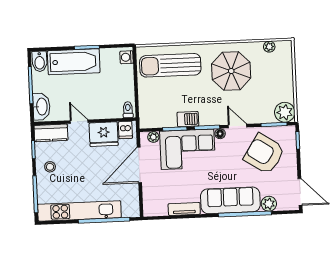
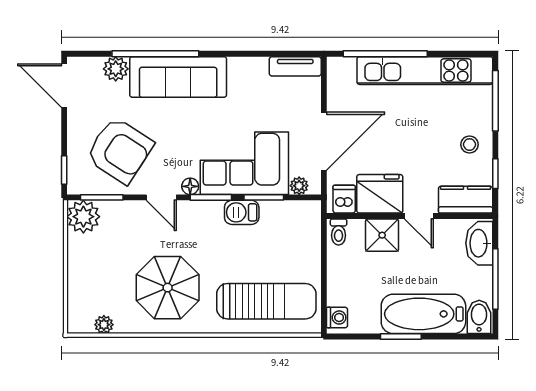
shower: (101, 109) -> (382, 235), added
tv unit: (184, 209) -> (295, 66), moved

